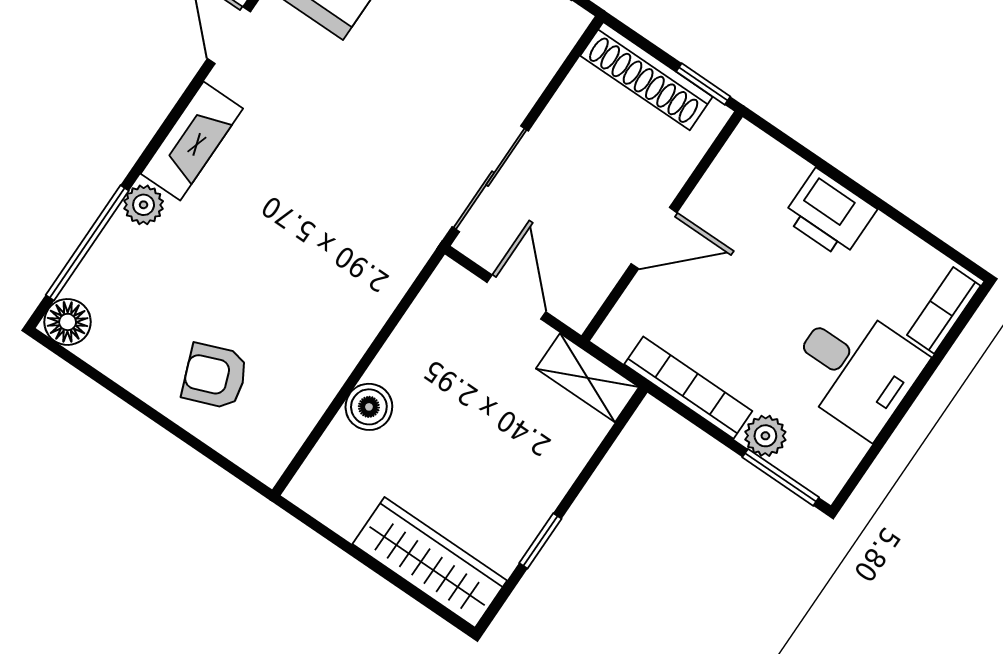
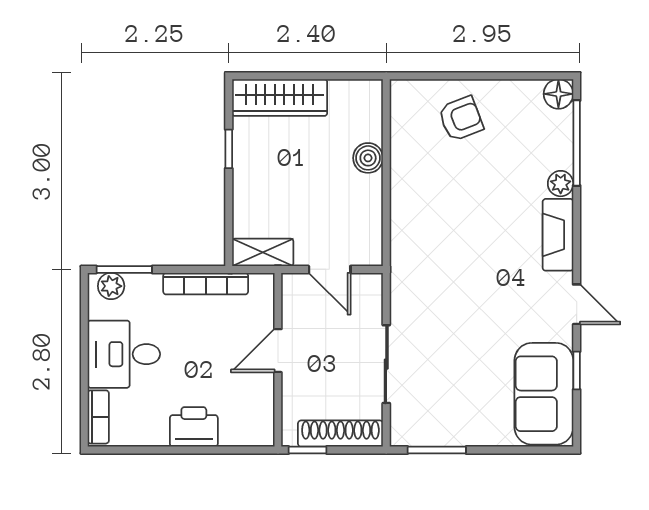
sliding door: (490, 179) -> (386, 364), moved
plant: (765, 436) -> (111, 286), moved

